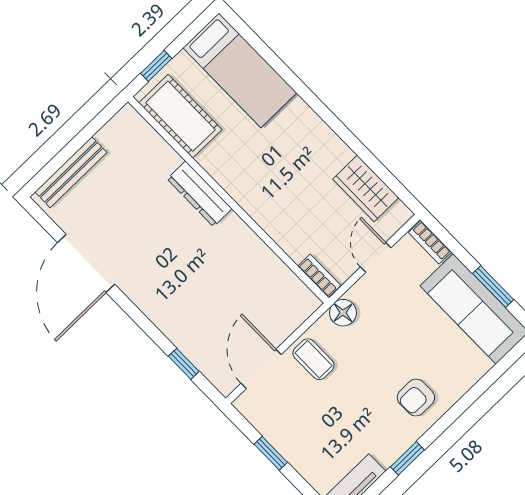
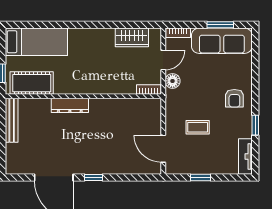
bench: (71, 172) -> (12, 120), moved
door: (376, 257) -> (163, 60), swing flipped
floor lamp: (343, 313) -> (173, 81), moved
coffee table: (313, 359) -> (198, 127), moved
window: (184, 364) -> (93, 177), moved

